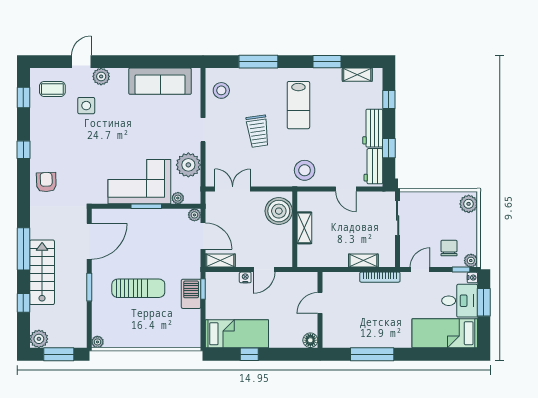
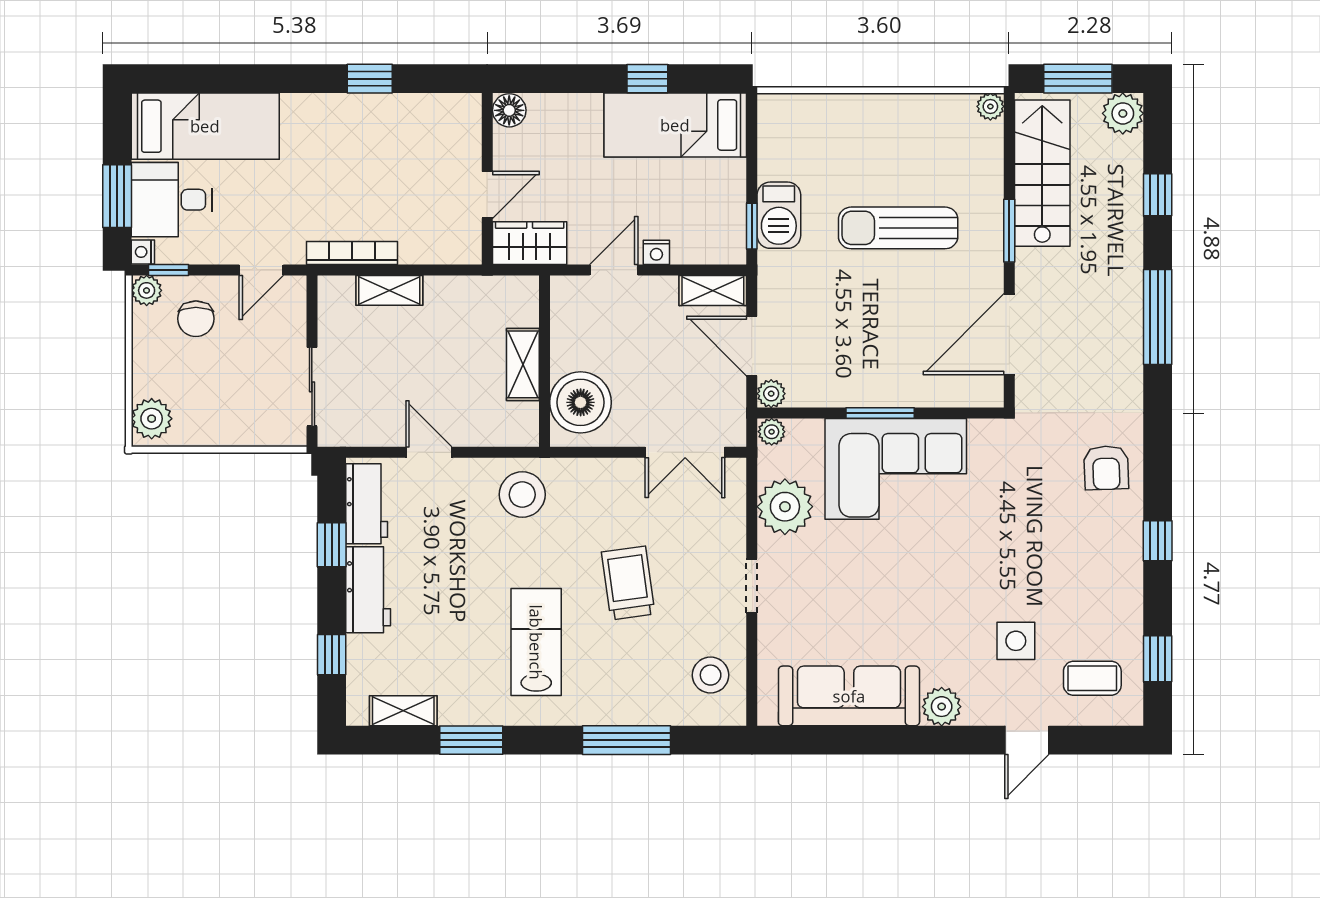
plant: (101, 76) -> (942, 707), moved
plant: (178, 198) -> (772, 432), moved
stairs: (42, 272) -> (1042, 173), moved, turned 180
wardrobe: (301, 282) -> (530, 243), added
window: (372, 354) -> (370, 79), width x0.46

